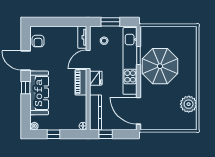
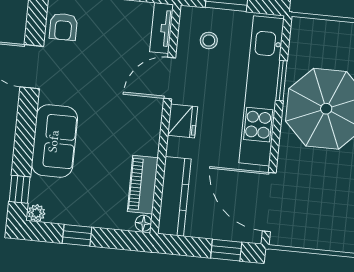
piano: (81, 82) -> (143, 185), moved
window: (26, 88) -> (20, 189), moved
sofa: (39, 93) -> (54, 141), width x0.73
window: (106, 134) -> (226, 250), moved

